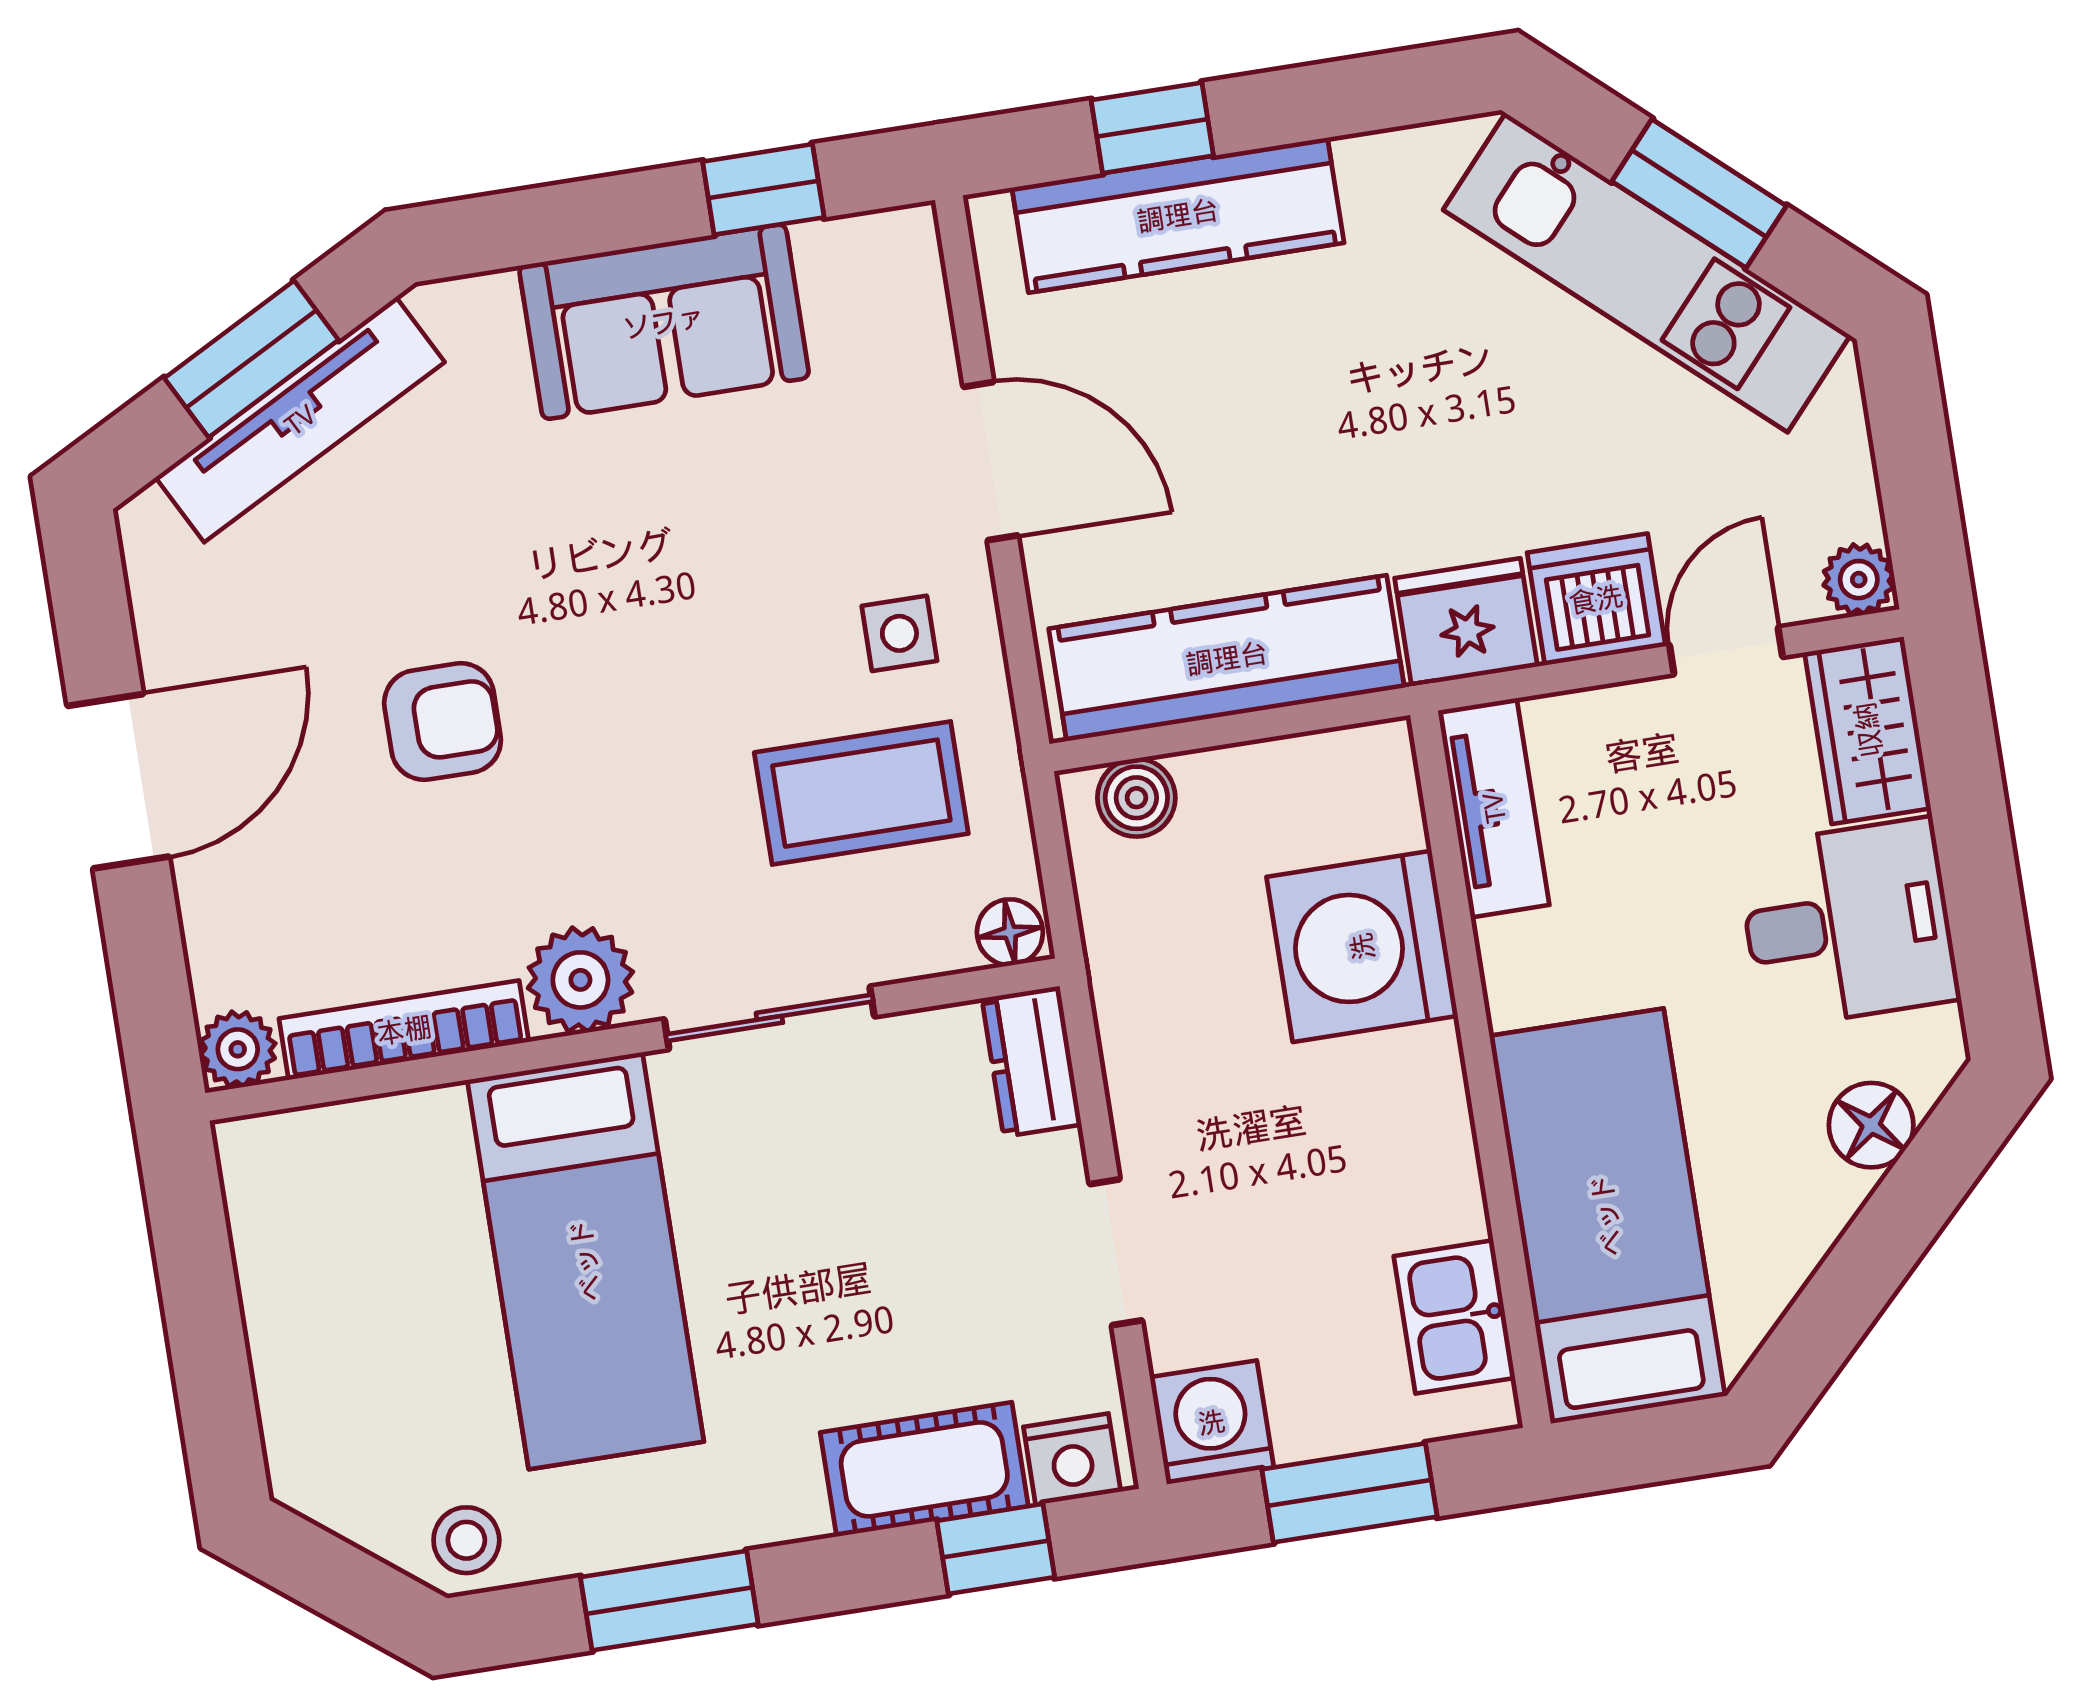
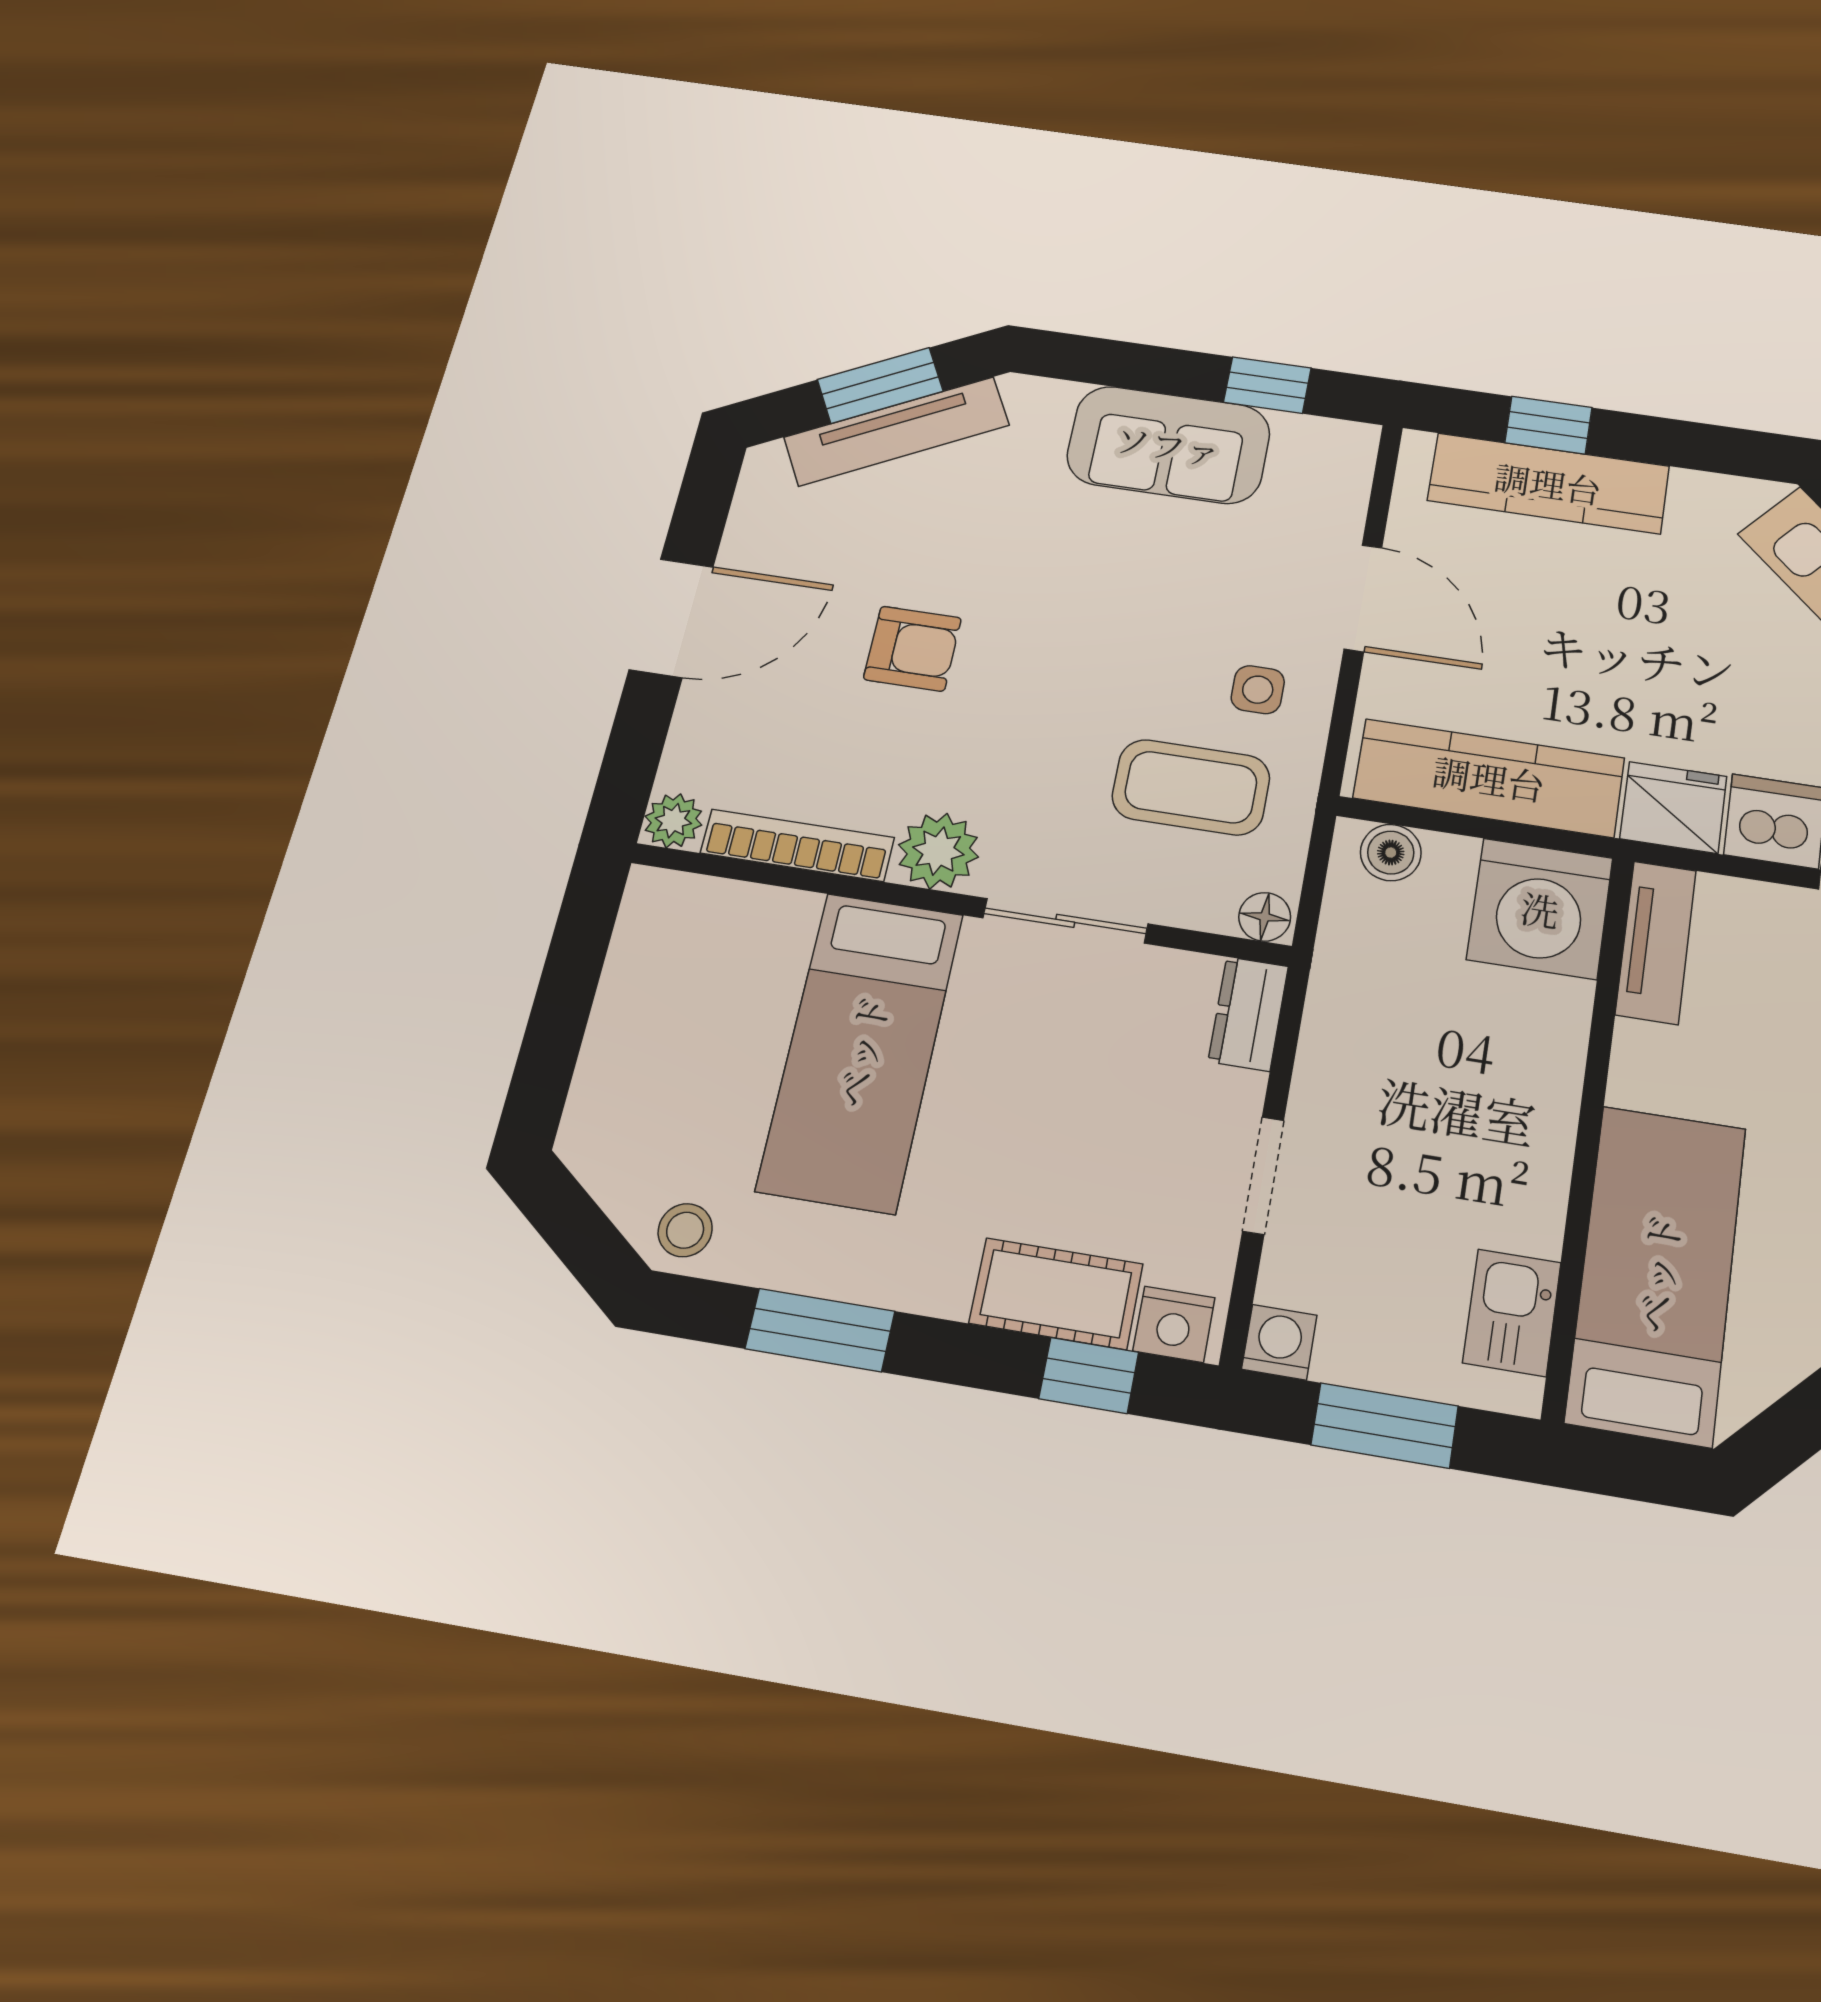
washing machine: (1362, 946) -> (1540, 909), moved, turned -90
washing machine: (1212, 1422) -> (1279, 1342), width x0.73, depth x0.73

